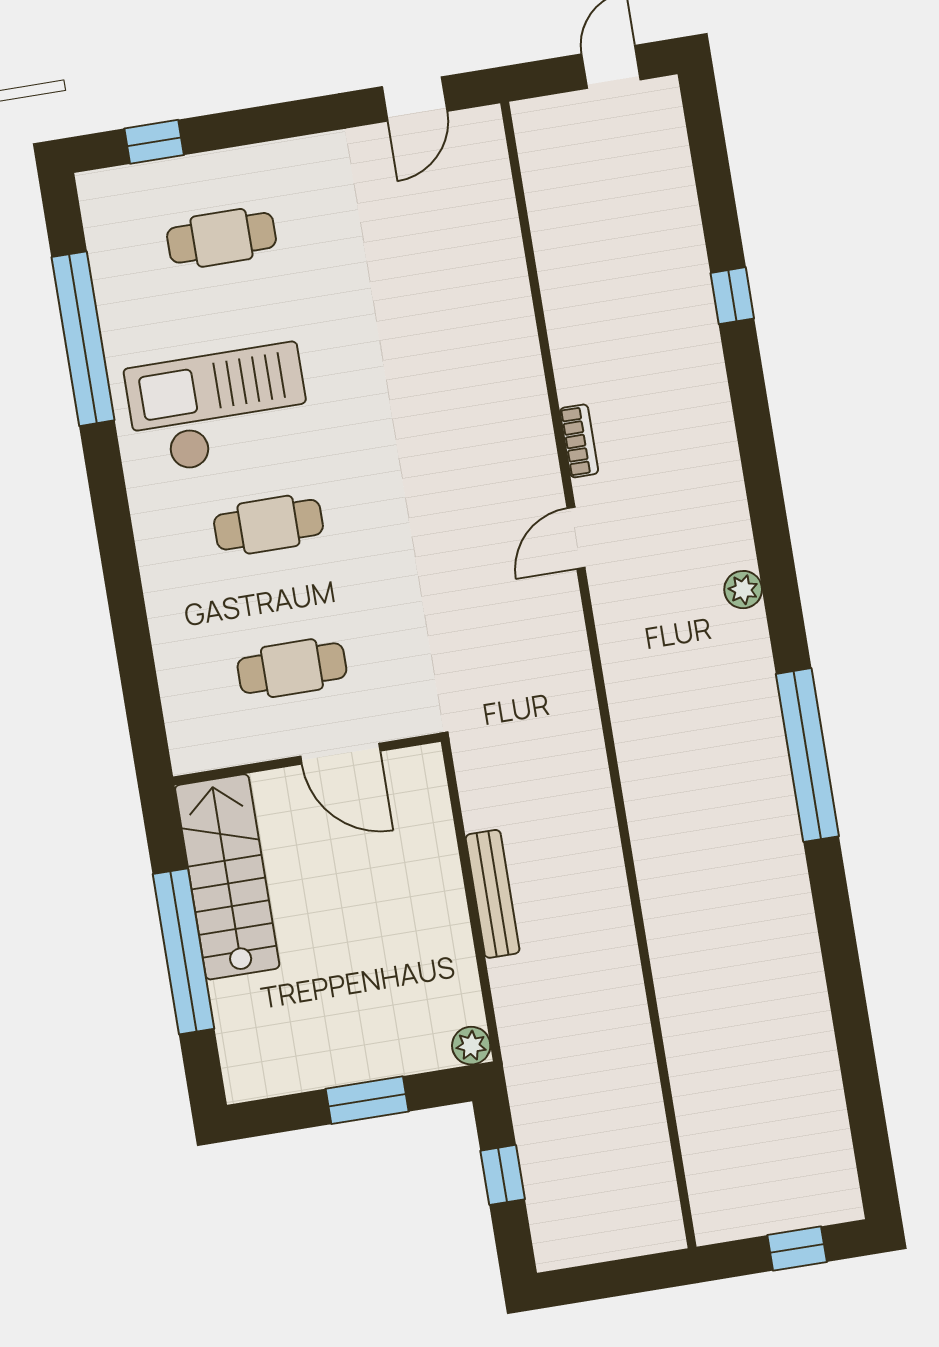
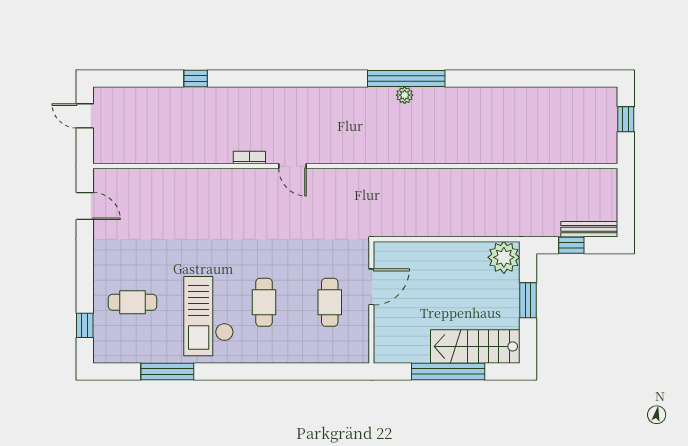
cafe table: (221, 238) -> (132, 302), turned 90
window: (83, 339) -> (167, 371), width x0.68
plant: (743, 590) -> (405, 95), moved
stairs: (227, 877) -> (475, 346), moved
bench: (493, 894) -> (589, 229), moved
plant: (471, 1046) -> (504, 257), width x1.88, depth x1.88

